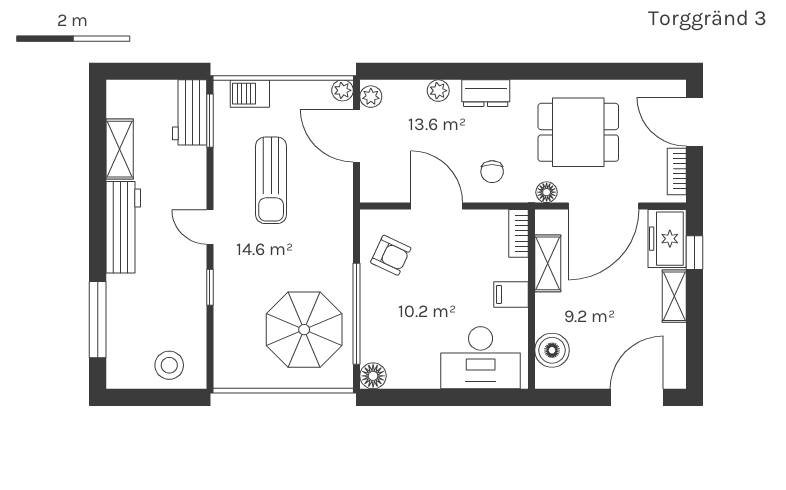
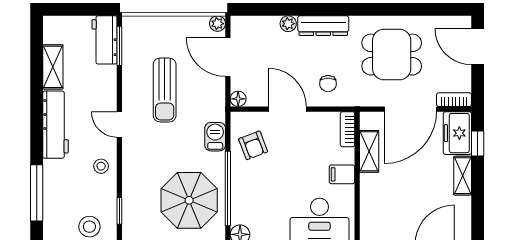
dresser: (486, 93) -> (323, 26), width x1.44
barbecue: (250, 94) -> (215, 137), moved, turned 90
plant: (371, 97) -> (238, 28), removed
bookcase: (677, 171) -> (454, 100), moved, turned 90
floor lamp: (547, 192) -> (238, 99), moved
armchair: (391, 255) -> (253, 145), turned 44
stool: (185, 283) -> (101, 166), added
window: (210, 287) -> (119, 211), moved
boiler: (552, 350) -> (372, 216), removed

